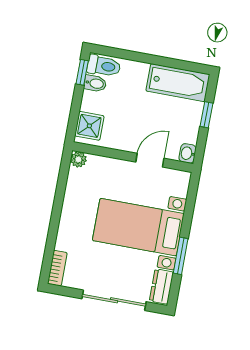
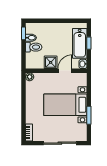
toilet: (104, 66) -> (34, 47), moved
bathtub: (178, 83) -> (80, 43), moved, turned 90
shower: (89, 126) -> (51, 62), moved
dresser: (161, 286) -> (82, 132), removed

